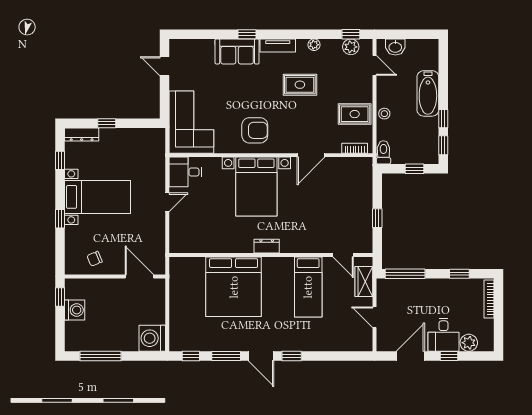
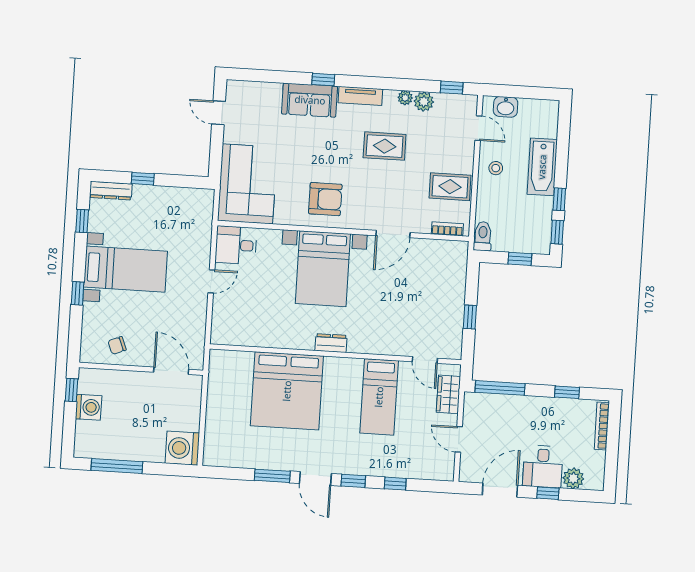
plant: (351, 47) -> (424, 102), moved
stool: (384, 114) -> (496, 168), moved
window: (191, 356) -> (395, 484), moved

